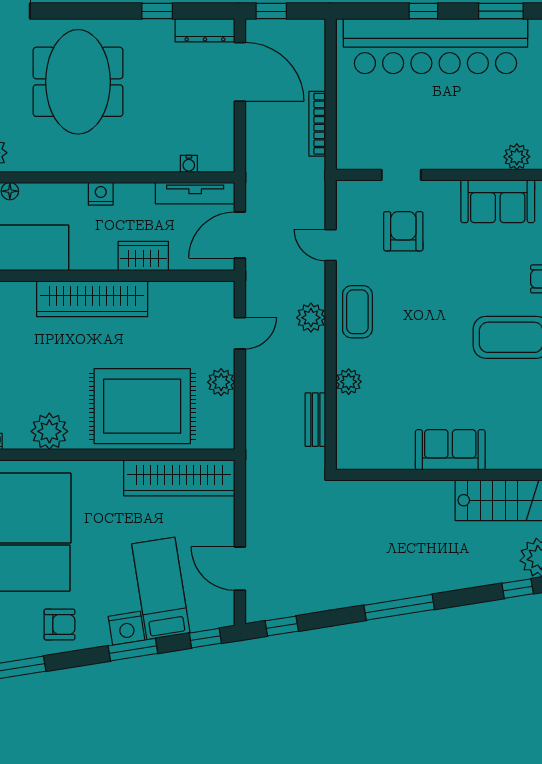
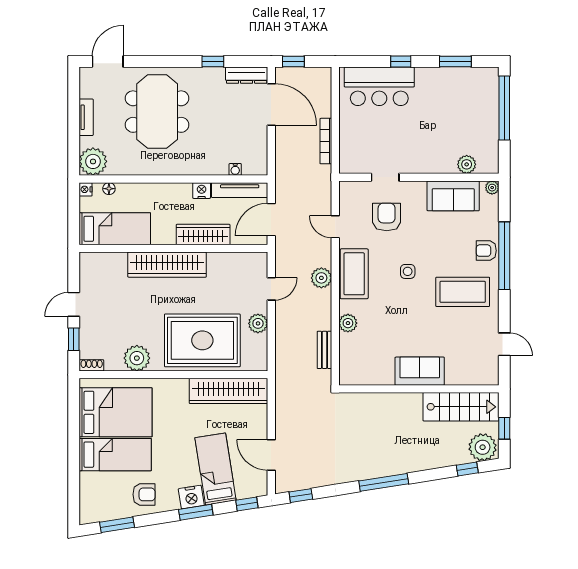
bar counter: (435, 46) -> (379, 86), width x0.54
nightstand: (101, 194) -> (202, 191), moved
wardrobe: (143, 256) -> (203, 234), width x1.50
side table: (433, 308) -> (408, 271), added
coffee table: (357, 312) -> (354, 274), width x1.36, depth x1.32

